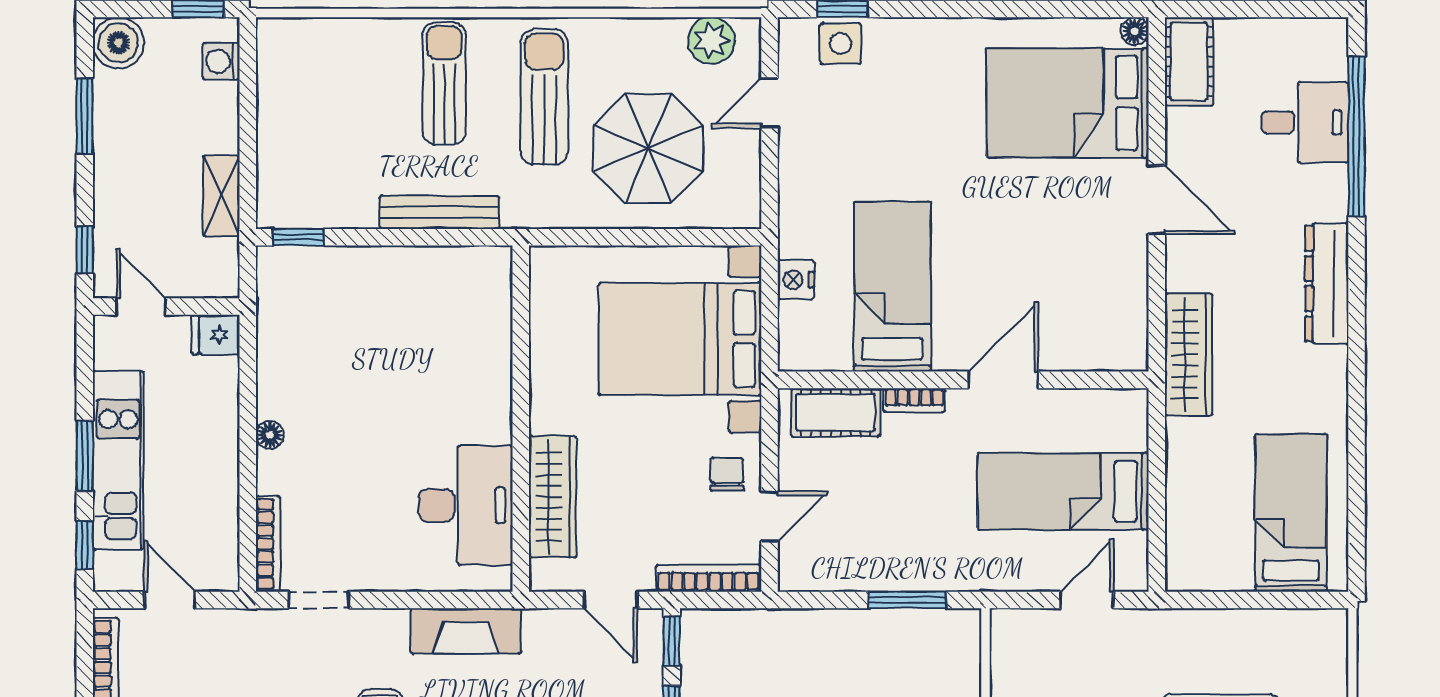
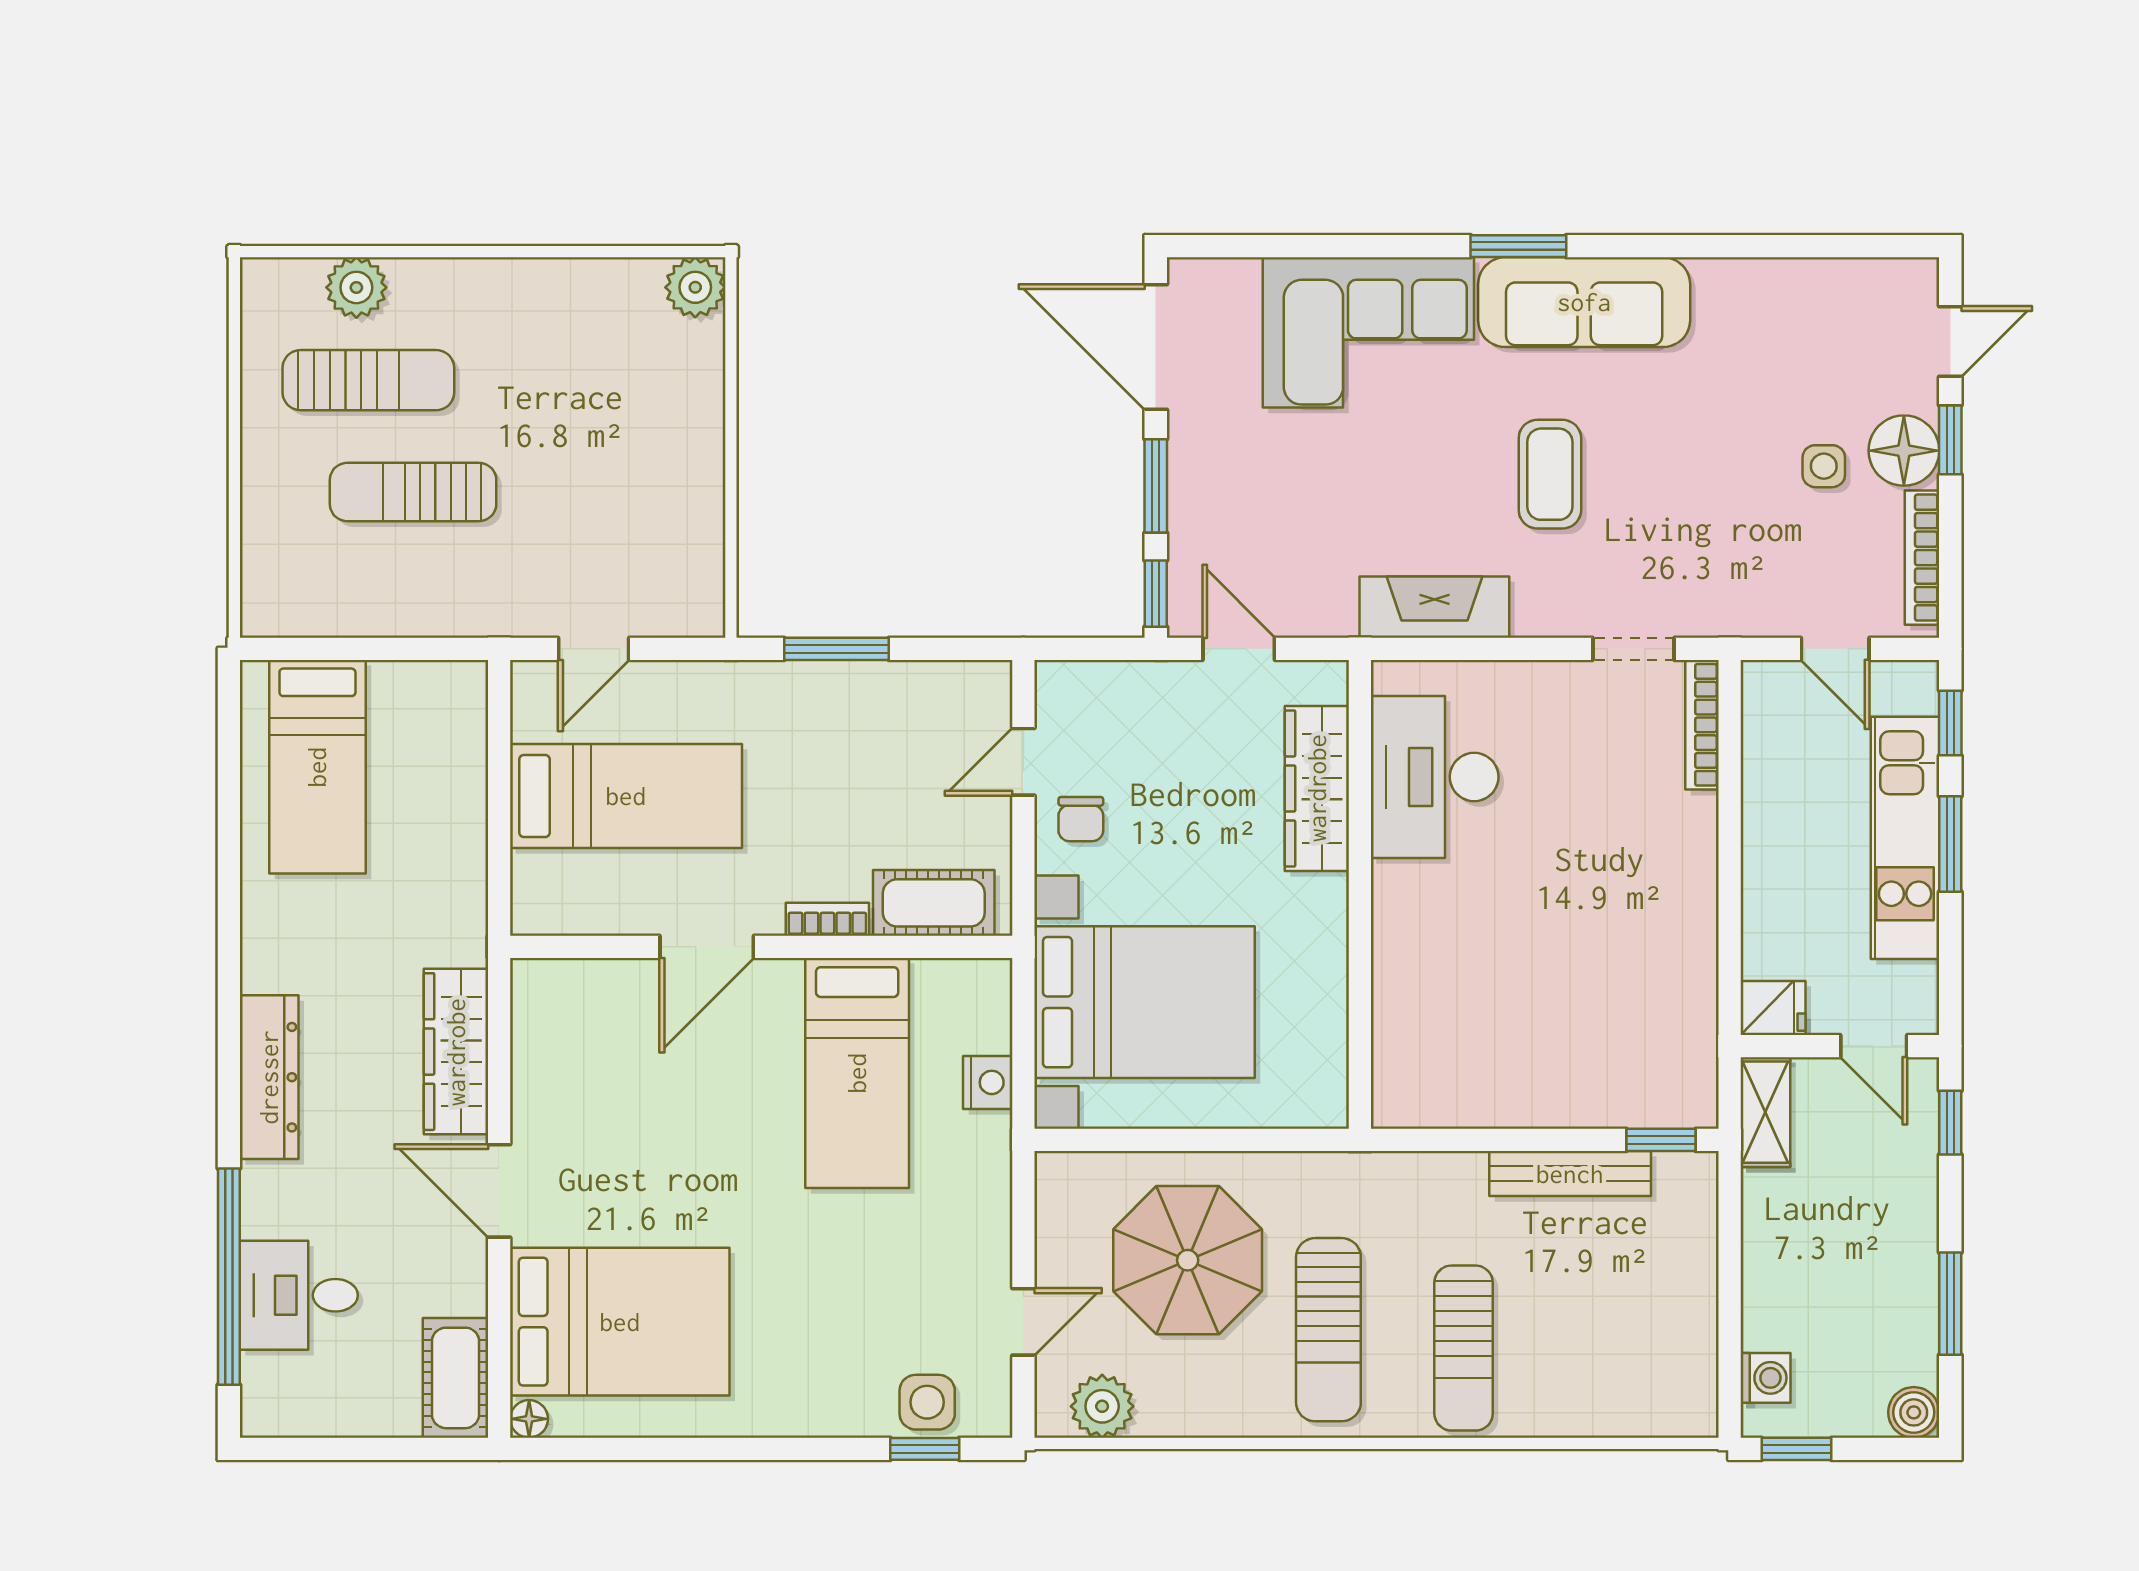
boiler: (118, 43) -> (1914, 1412), width x0.73, depth x0.73
shelving: (221, 196) -> (1765, 1112), moved
bench: (439, 212) -> (1570, 1174), moved
wardrobe: (1189, 354) -> (456, 1052), moved
floor lamp: (270, 435) -> (1700, 872), removed
bookcase: (709, 578) -> (1106, 678), removed

